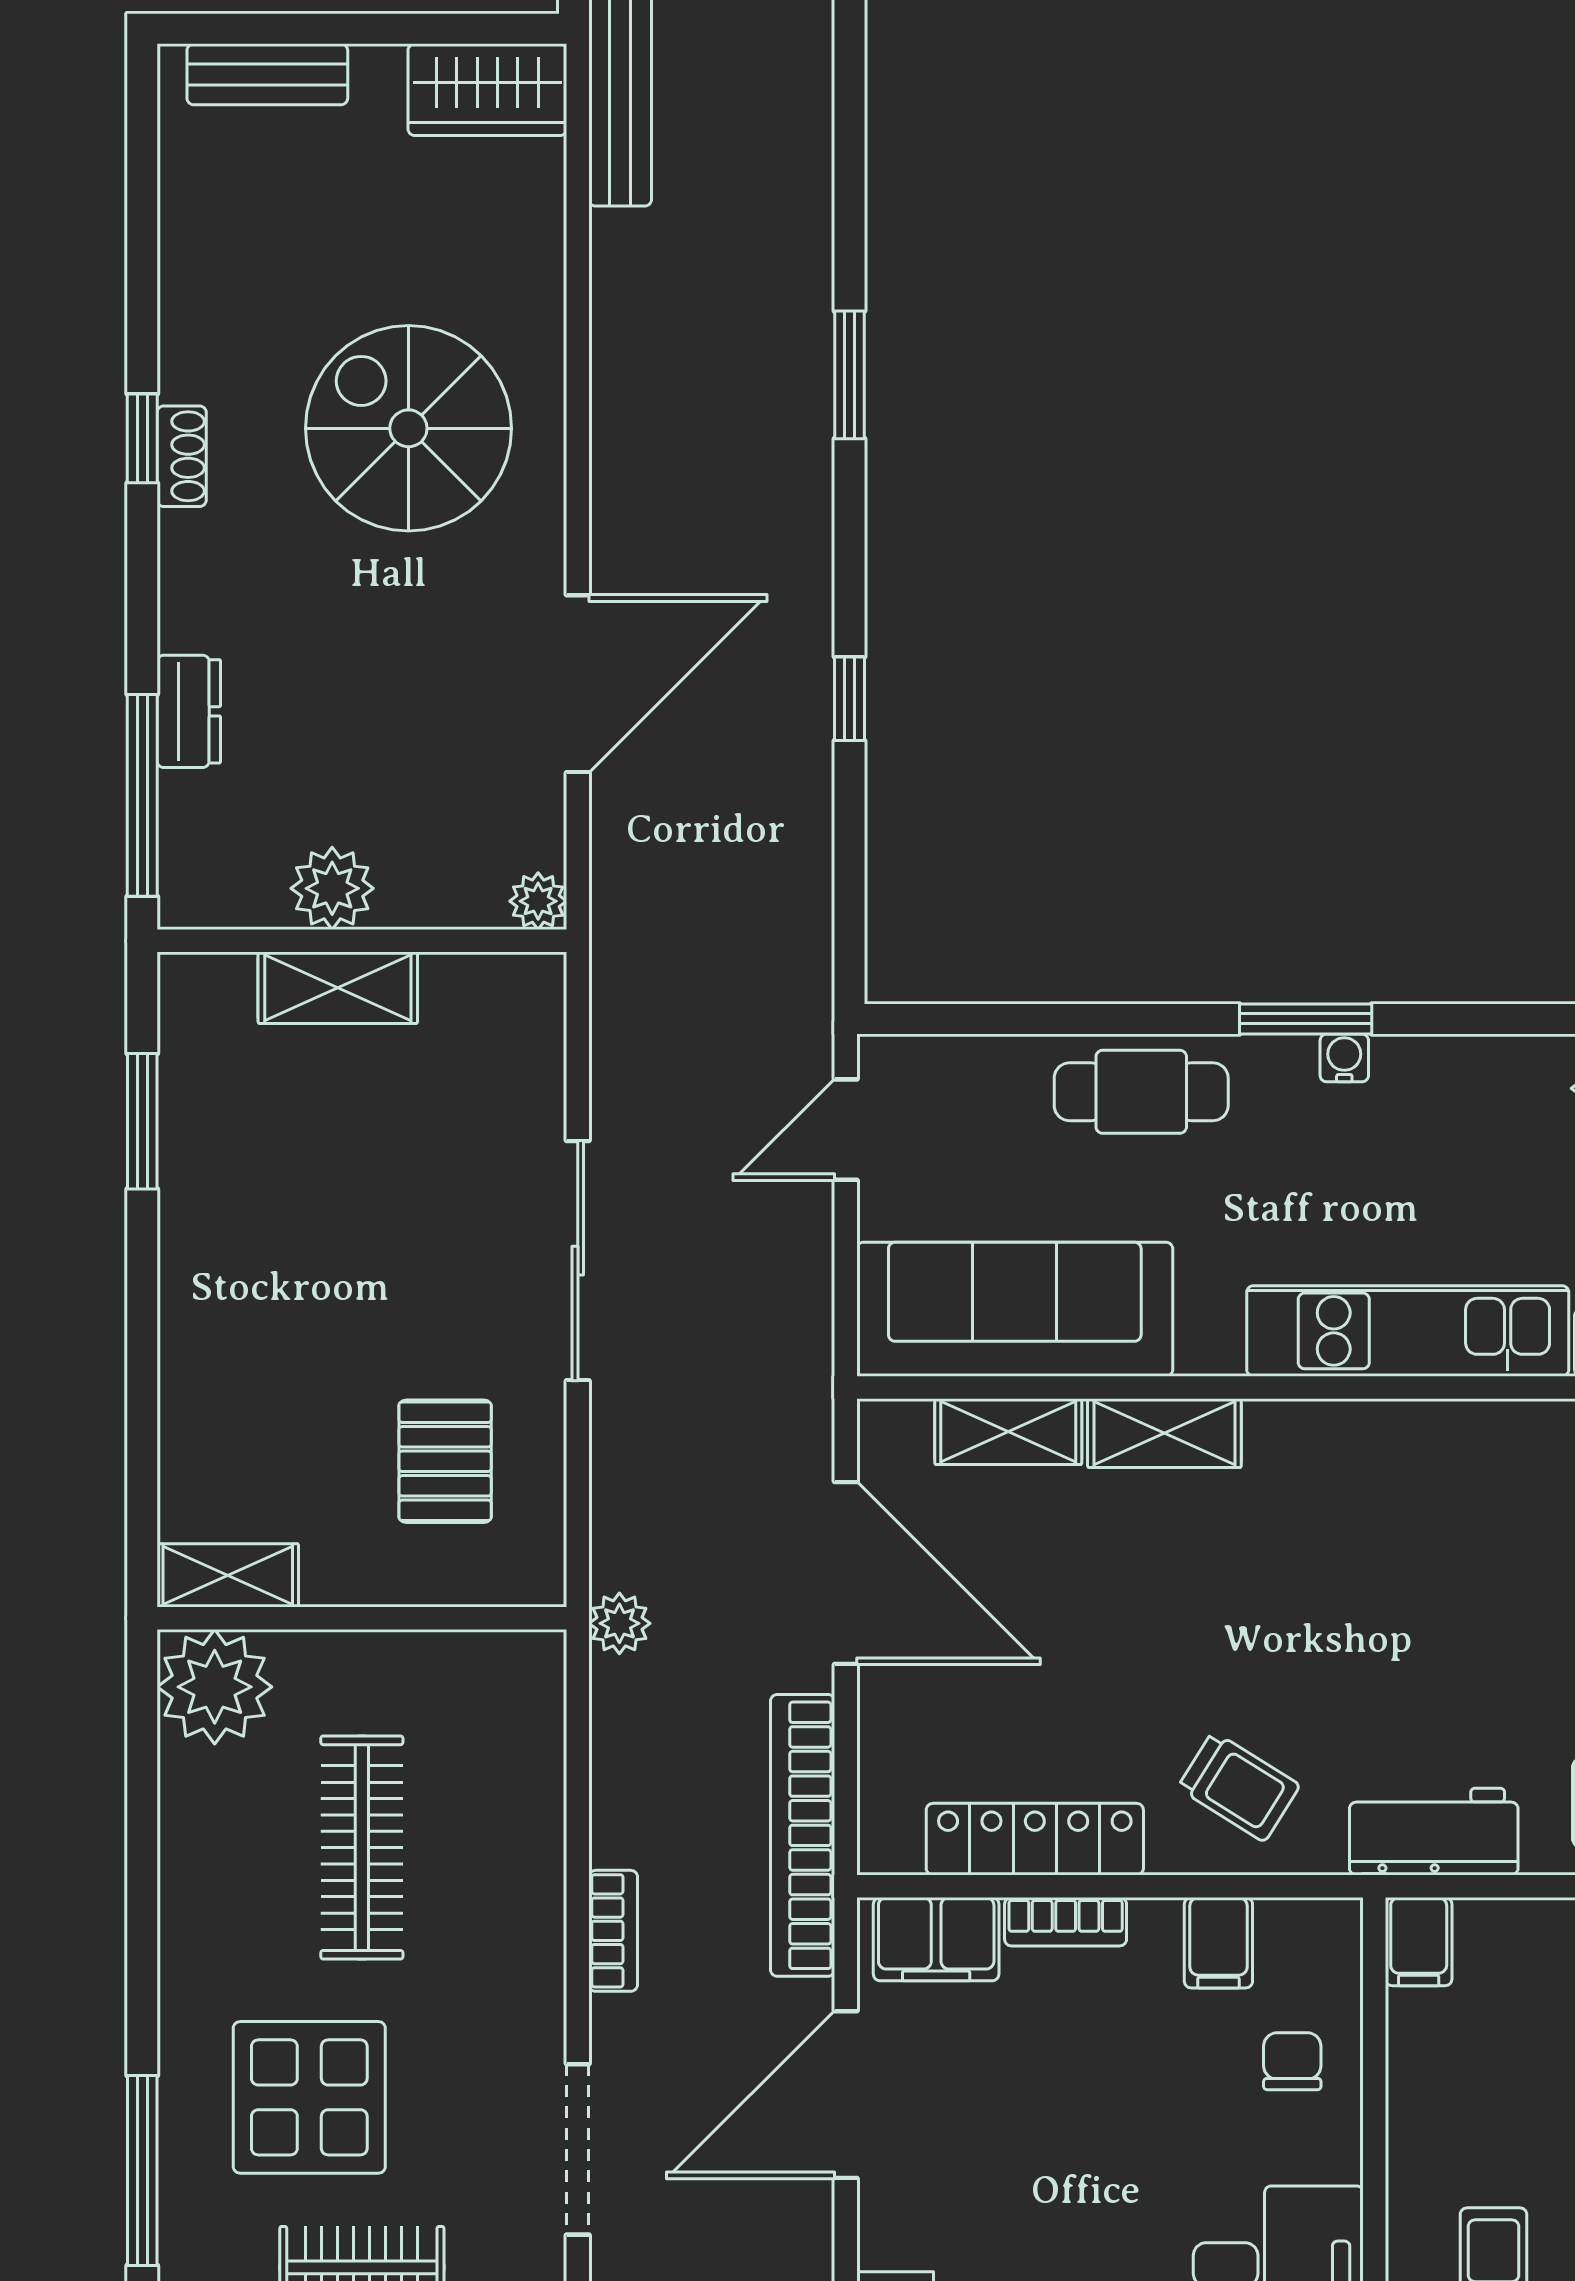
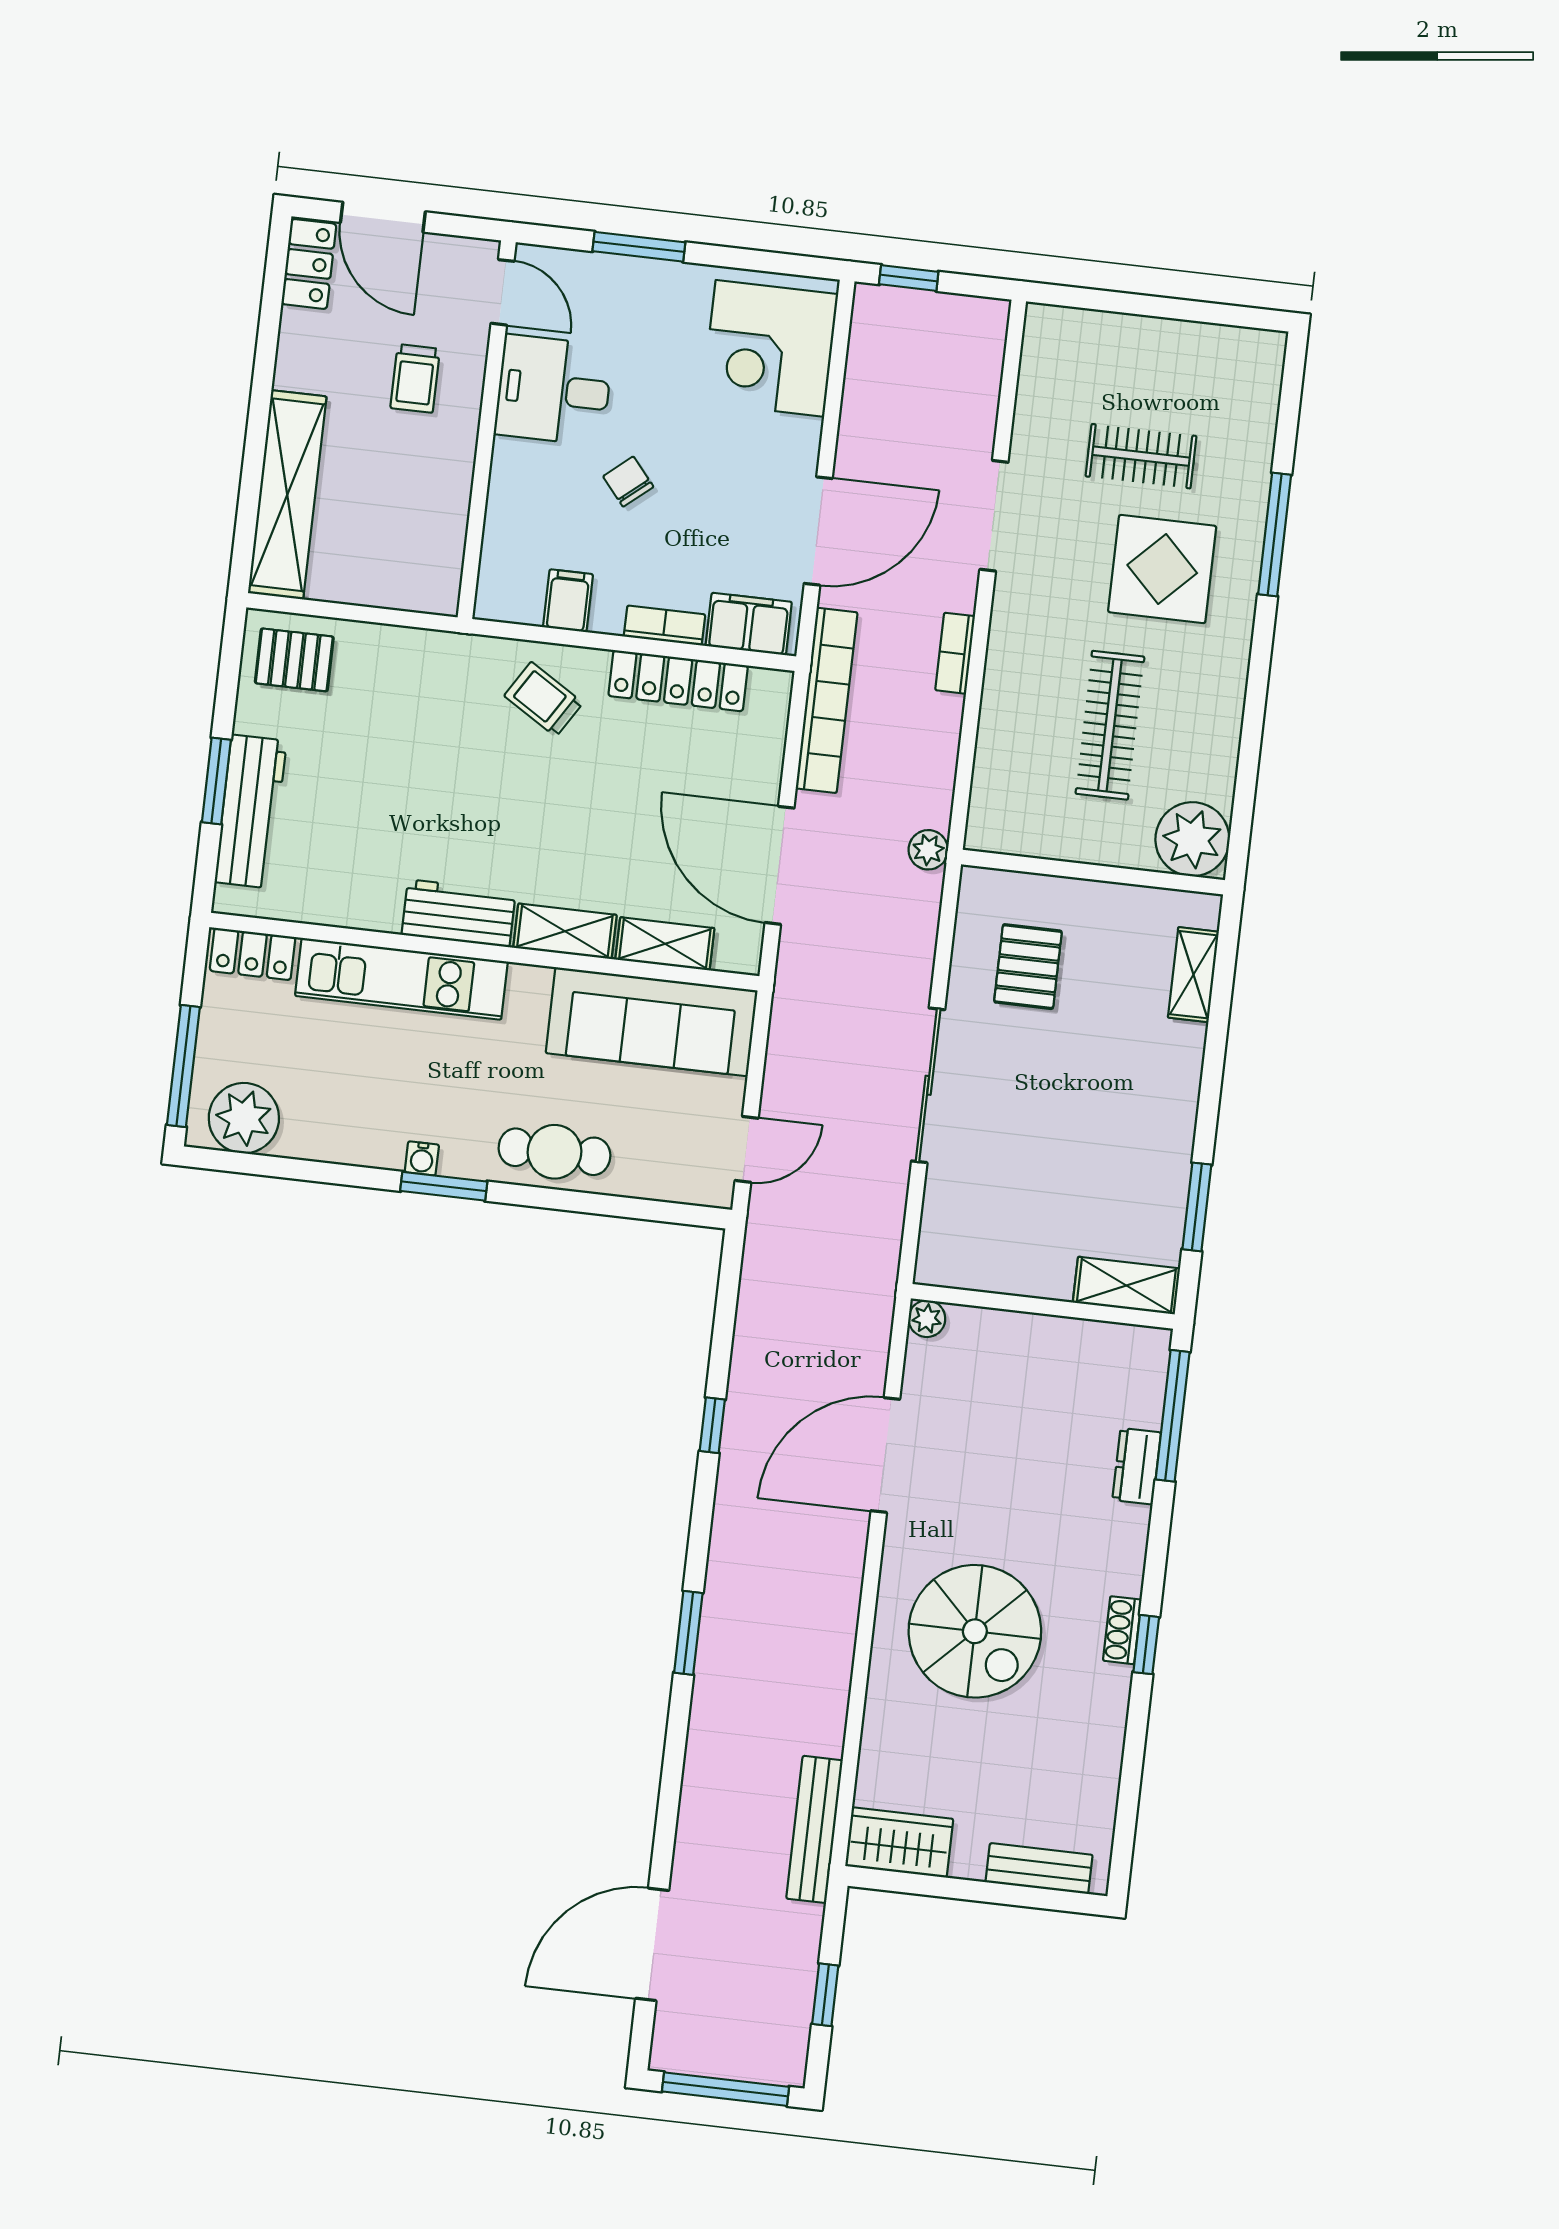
plant: (332, 888) -> (1058, 1342), removed
shelving: (338, 988) -> (1126, 1285), moved
shelving: (228, 1575) -> (1193, 975), moved, turned 90
workbench: (1434, 1832) -> (459, 913), moved, turned 180
filing cabinet: (1419, 1942) -> (440, 587), removed
chair: (1292, 2061) -> (628, 482), moved, turned 140

